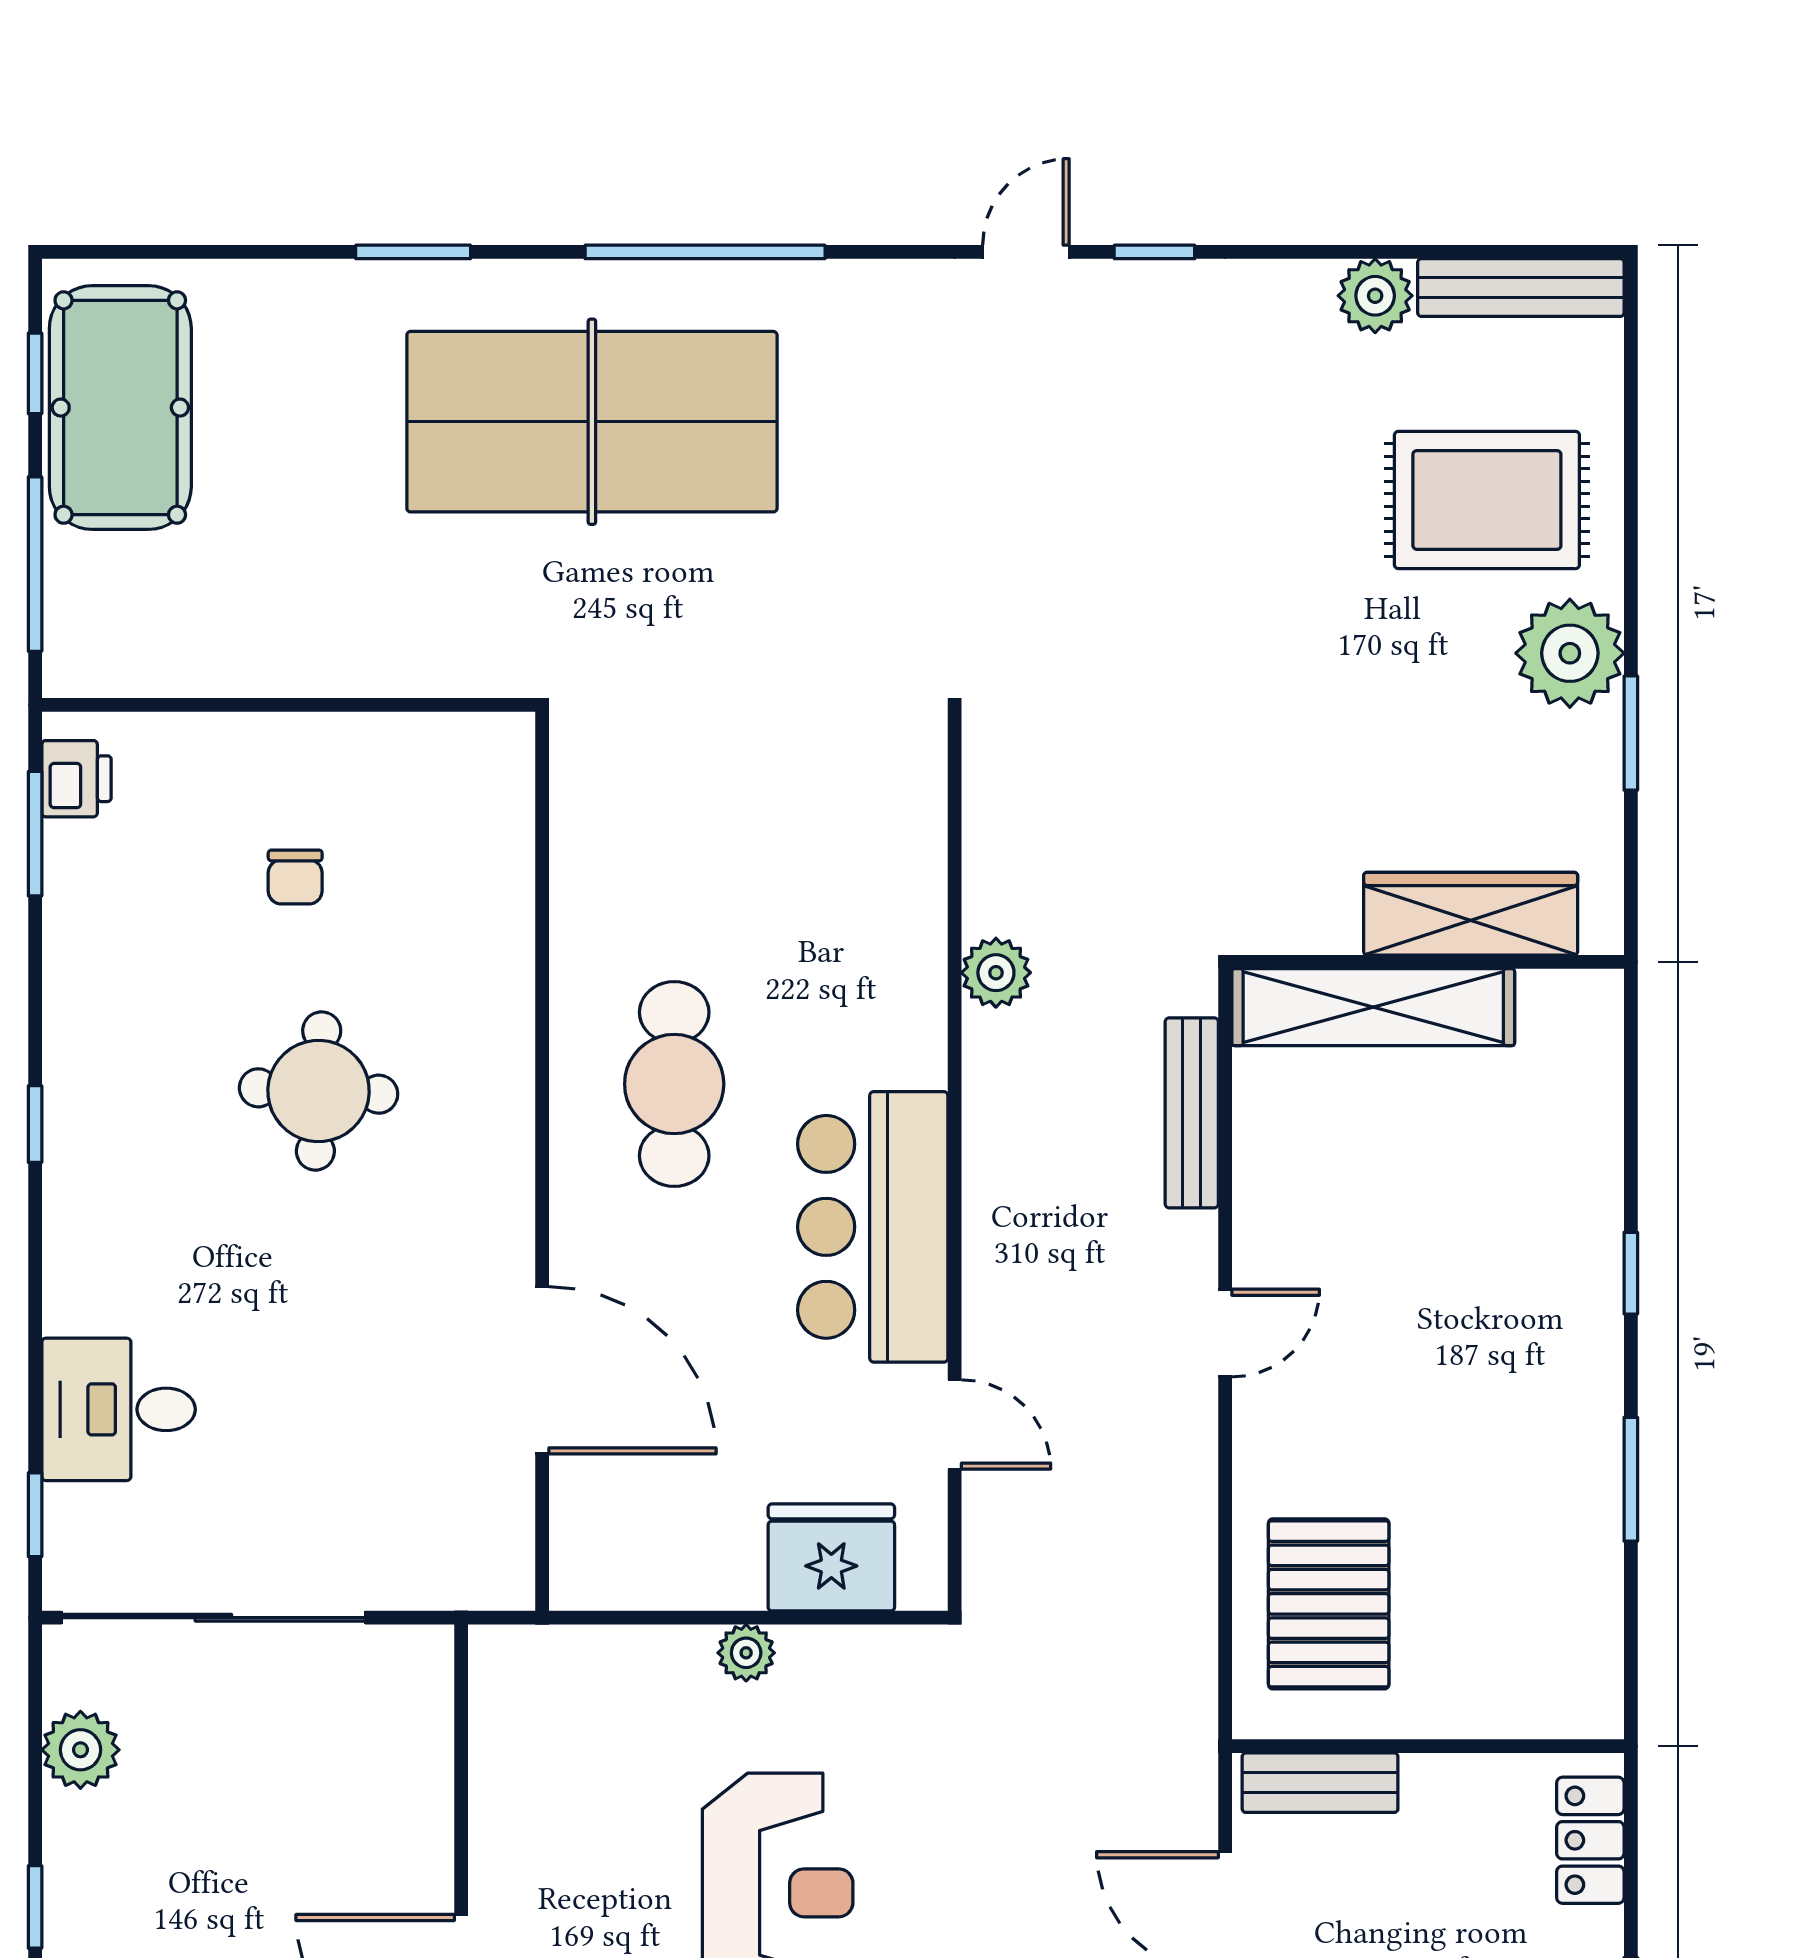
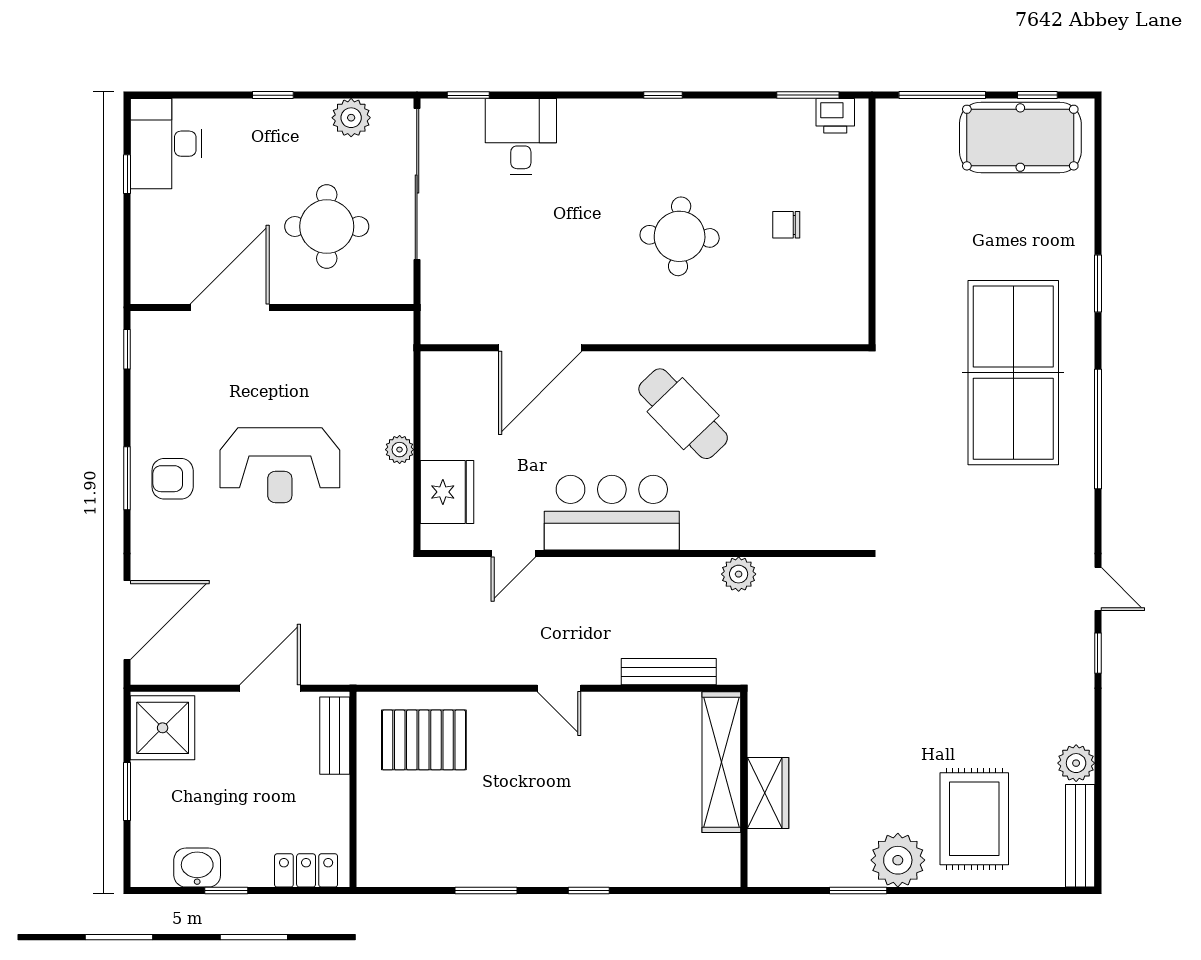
wardrobe: (1471, 914) -> (768, 793), width x0.67
cafe table: (674, 1084) -> (683, 414), turned 46
round table: (299, 1799) -> (327, 226), added

